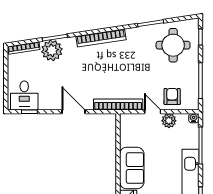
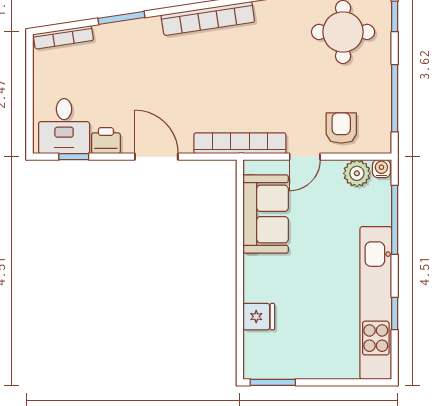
plant: (52, 50) -> (116, 42), removed
printer: (47, 103) -> (106, 141), added
door: (153, 112) -> (305, 157), swing flipped
plant: (169, 121) -> (357, 173), moved
sofa: (132, 168) -> (266, 214), moved

